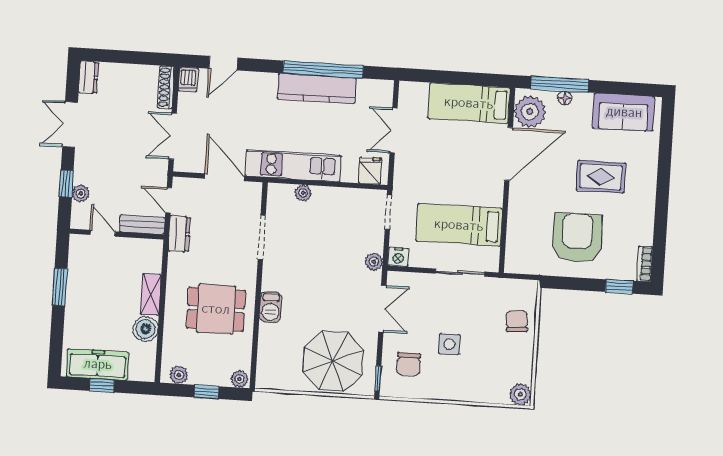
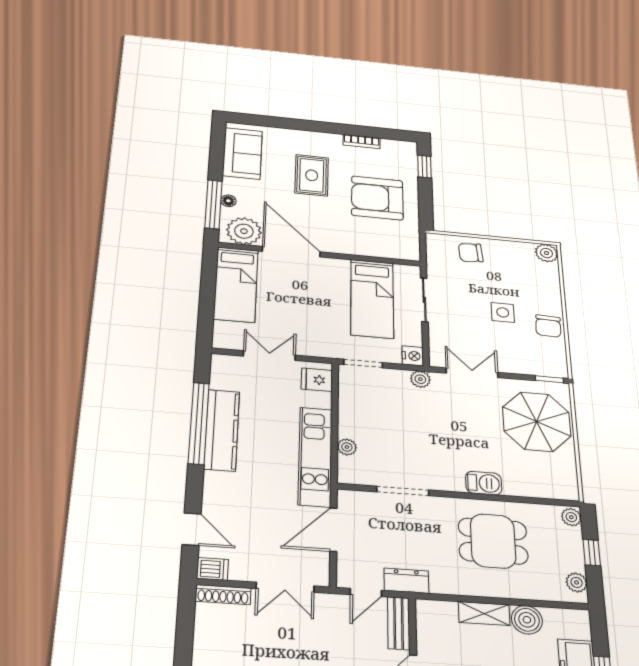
double door: (393, 131) -> (269, 356), swing flipped
bookcase: (645, 264) -> (362, 141), moved
dining table: (216, 309) -> (493, 541), turned 90
chair: (409, 364) -> (548, 326), moved, turned 93

